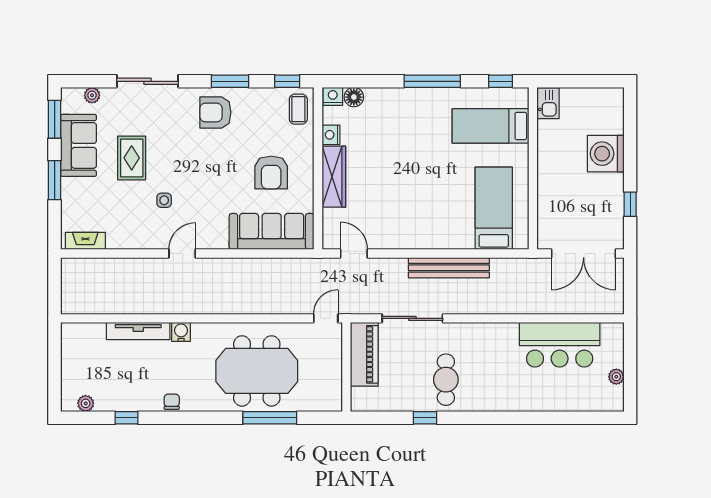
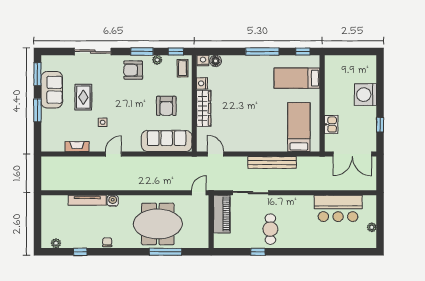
plant: (92, 95) -> (157, 60), moved
kitchen sink: (548, 103) -> (331, 124), moved
fireplace: (85, 241) -> (77, 147), moved

